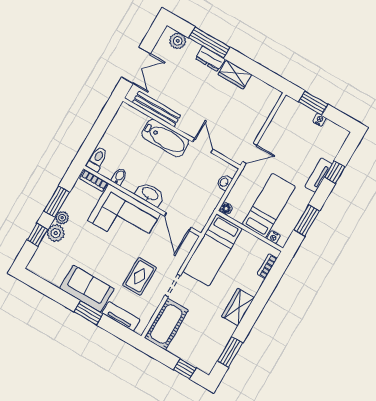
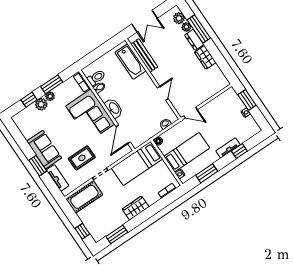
plant: (192, 47) -> (186, 27), added
bathtub: (165, 138) -> (130, 62), moved
toilet: (97, 159) -> (96, 78), moved

